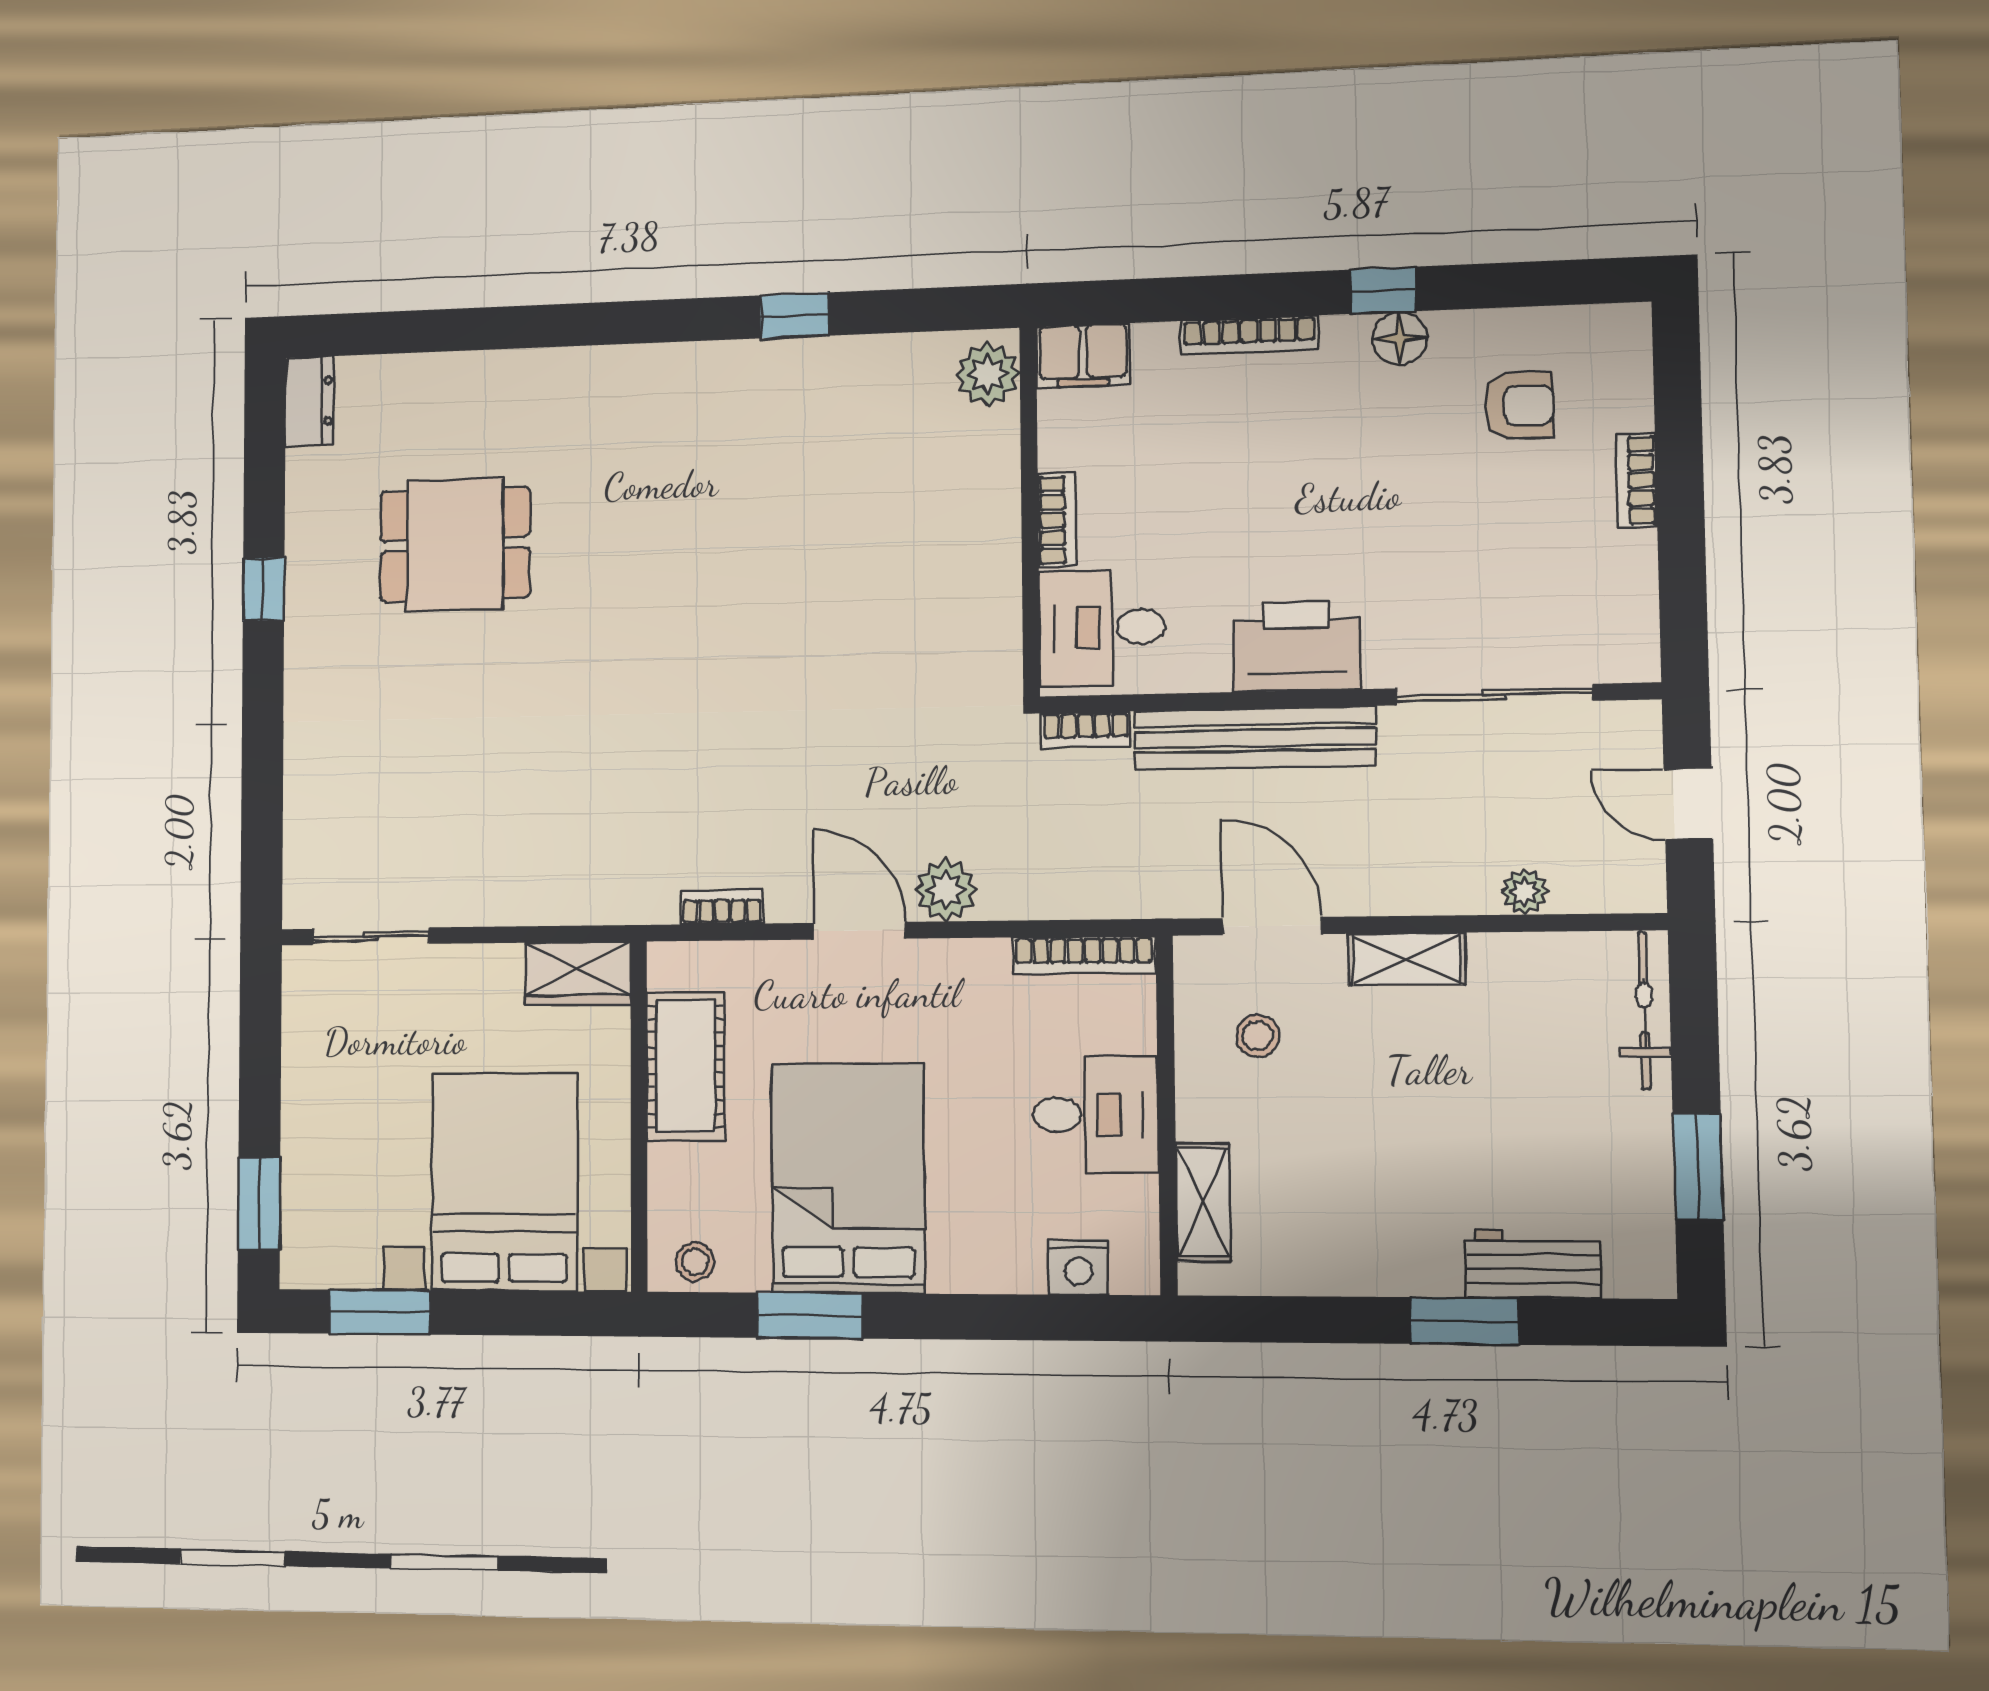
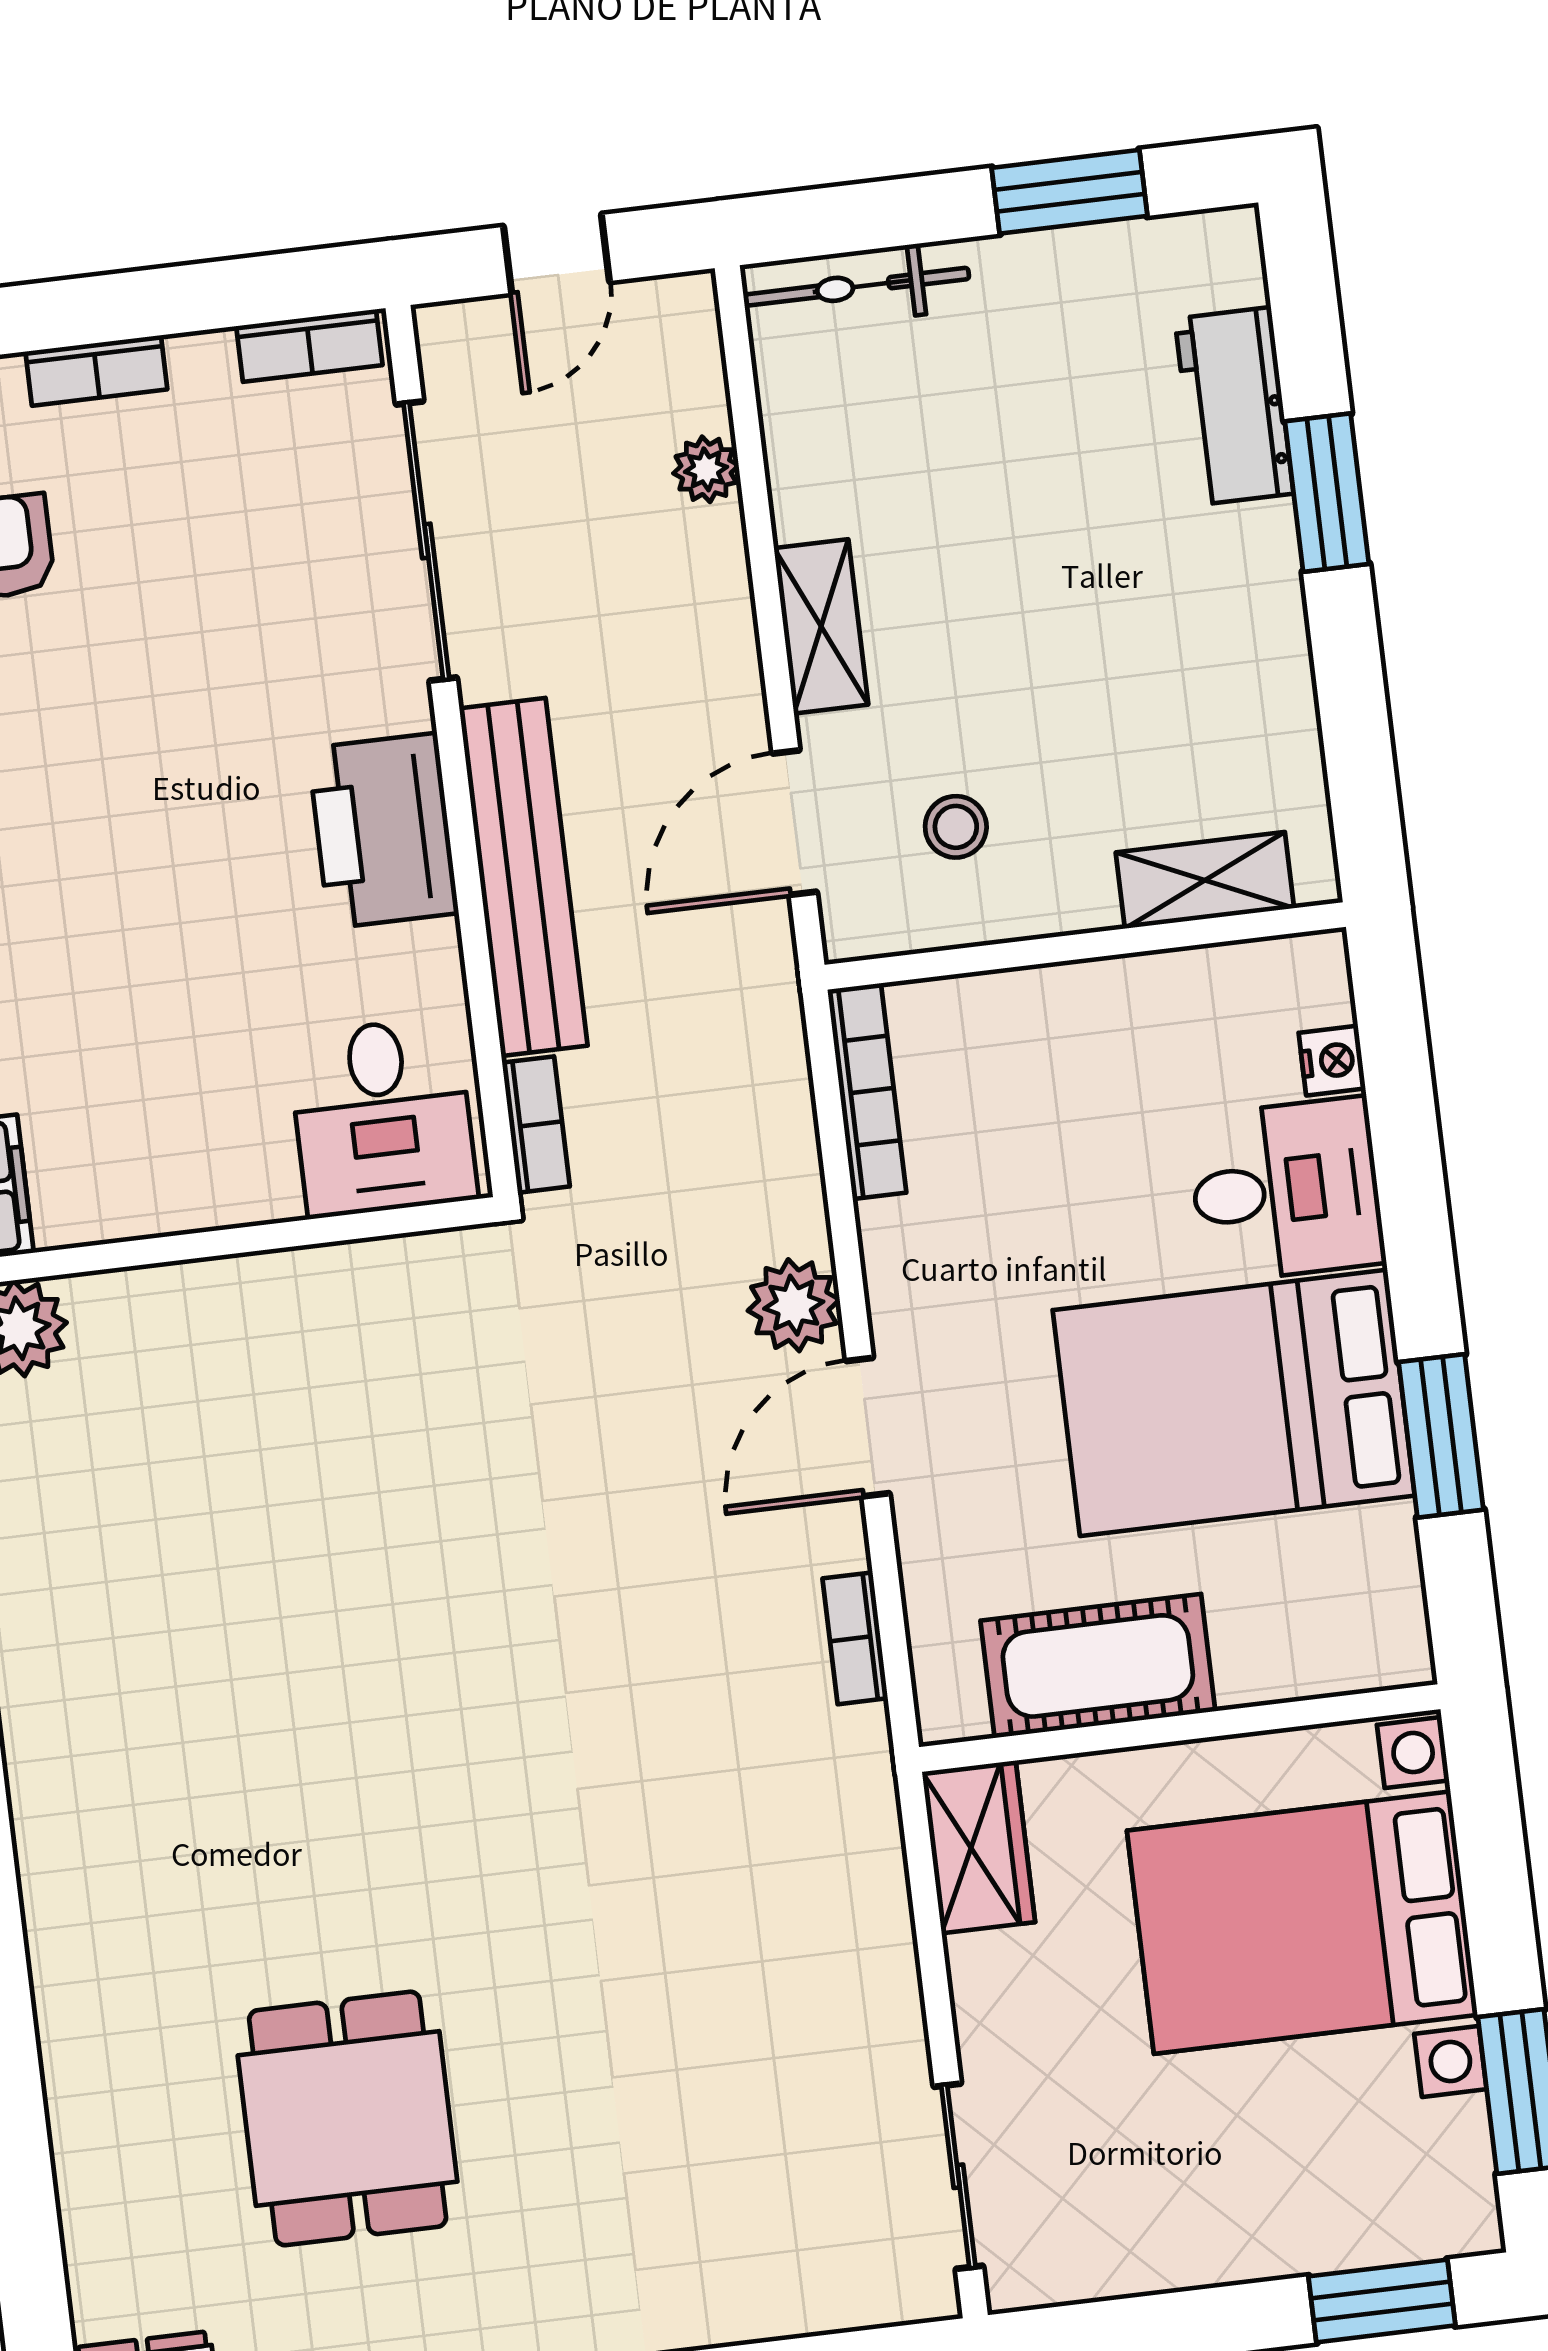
bookcase: (1057, 520) -> (309, 346), moved, turned 180
desk: (1096, 1115) -> (1286, 1190), moved, turned 90
stool: (695, 1262) -> (1384, 1617), removed
nightstand: (1079, 1267) -> (1332, 1061), width x0.72, depth x0.74

